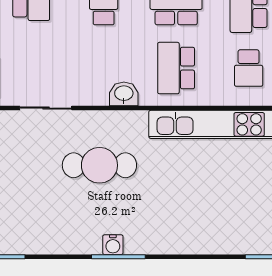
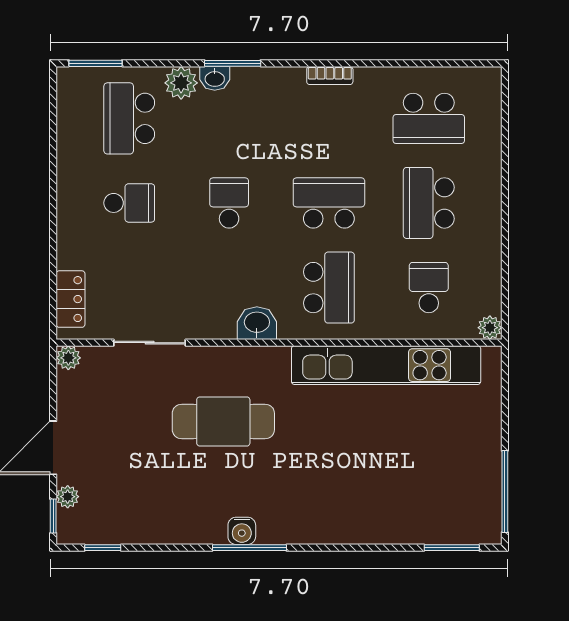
school desk: (176, 68) -> (329, 288), turned 180
school desk: (249, 68) -> (429, 288), turned 180

